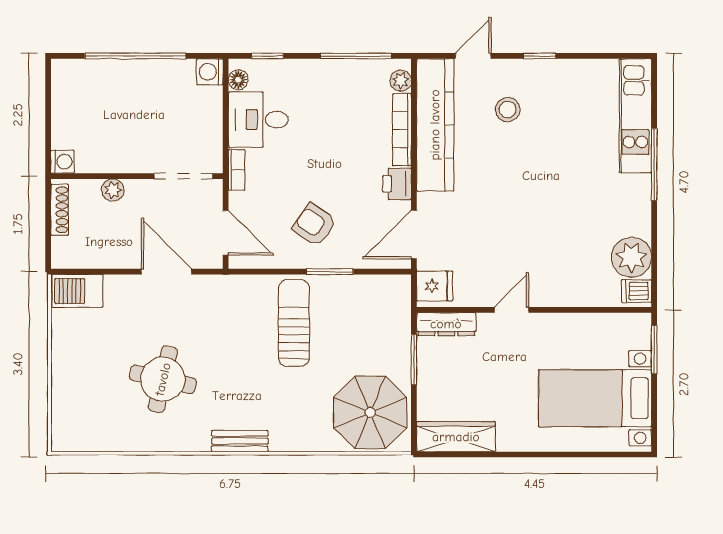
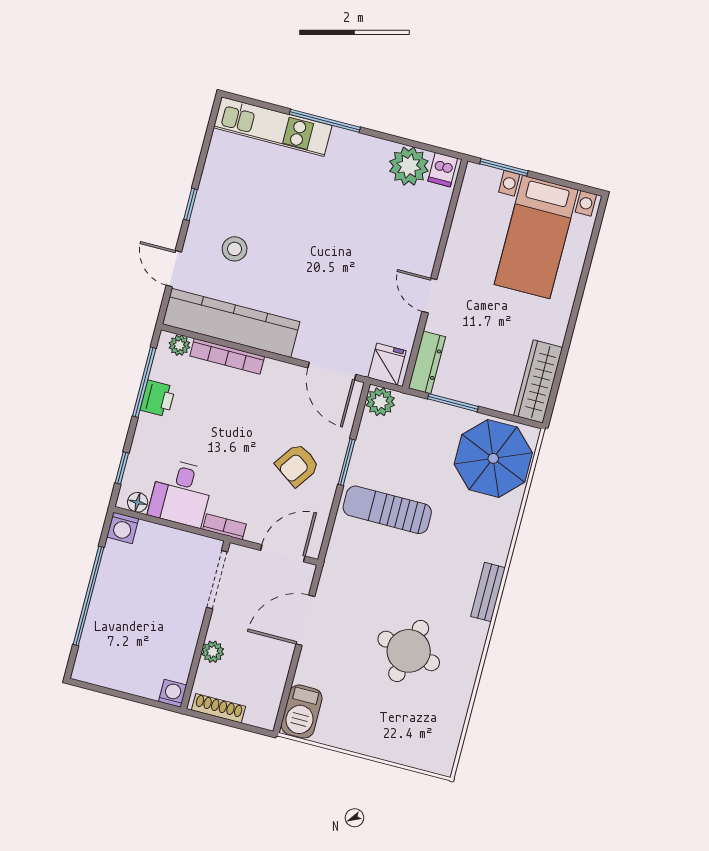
printer: (397, 184) -> (158, 398), moved, turned -90
plant: (397, 289) -> (380, 402), added

